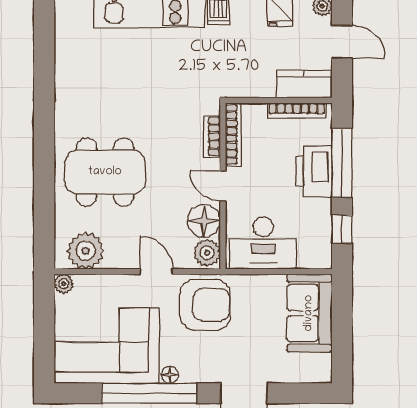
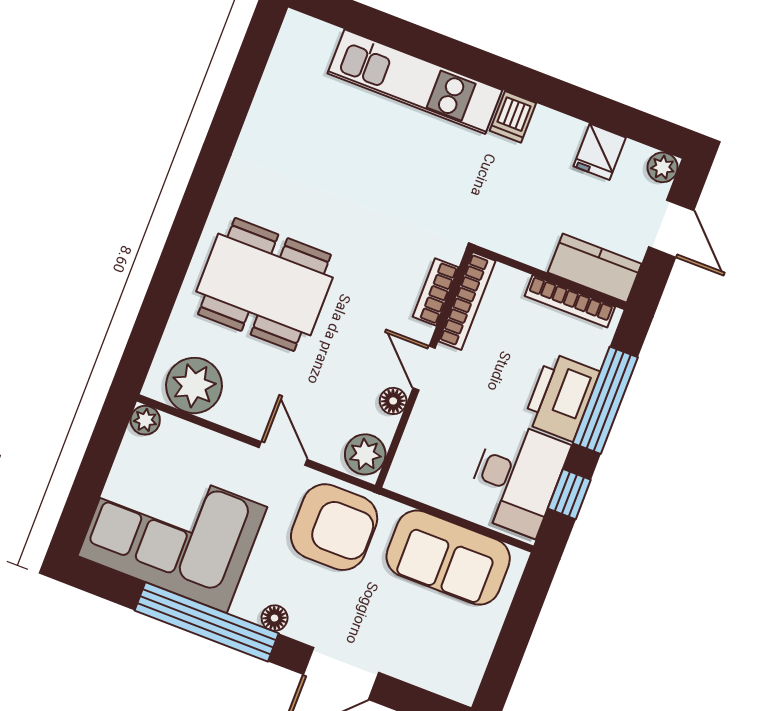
floor lamp: (204, 221) -> (393, 401), width x0.53, depth x0.53
desk: (263, 243) -> (517, 478), moved, turned -90
sofa: (309, 313) -> (448, 558), moved, turned -90
floor lamp: (170, 375) -> (275, 618), moved

